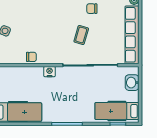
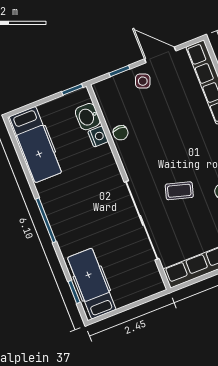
nightstand: (50, 72) -> (98, 136), moved
washbasin: (132, 83) -> (88, 117), moved, turned -90

